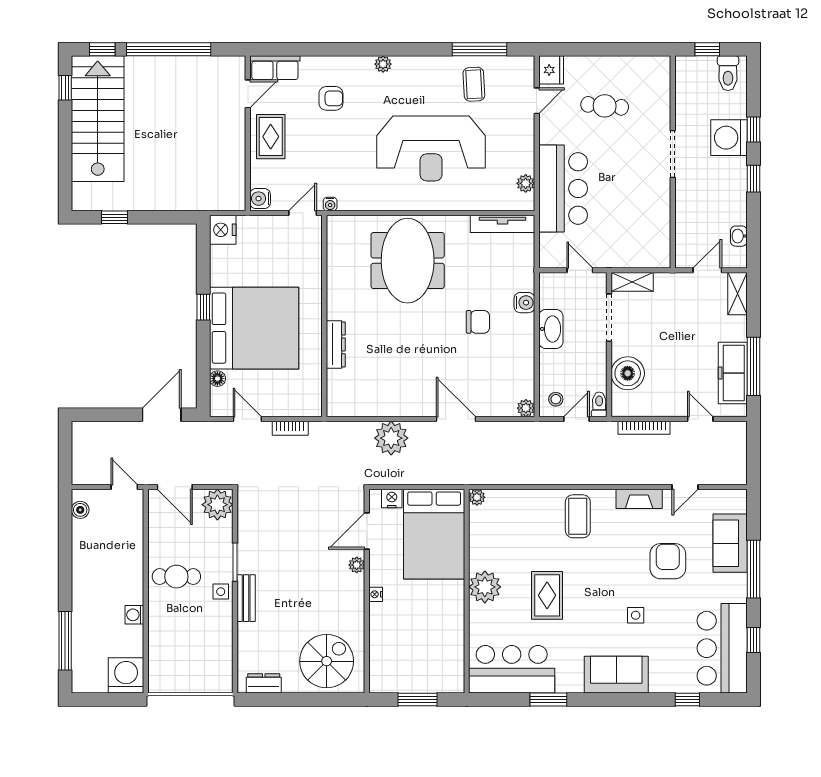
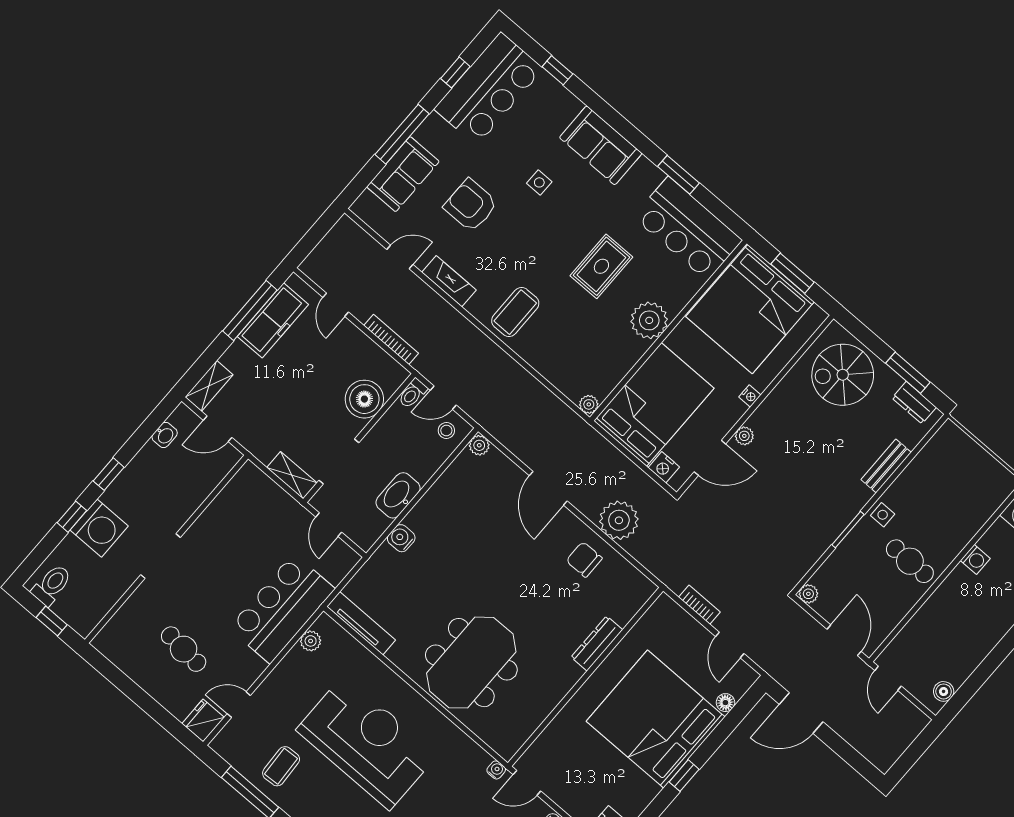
chair: (478, 322) -> (584, 559), moved
plant: (217, 505) -> (808, 594), width x0.53, depth x0.53
armchair: (668, 561) -> (471, 205), turned 90
bench: (246, 598) -> (886, 466), moved
bed: (425, 652) -> (750, 309), added
window: (285, 699) -> (908, 373), added

